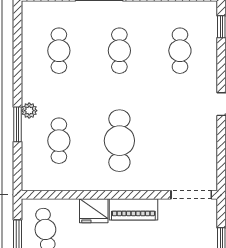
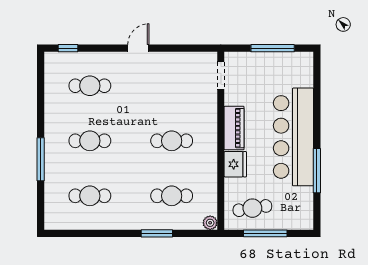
plant: (29, 111) -> (210, 223), moved
cafe table: (119, 141) -> (172, 141), width x0.73, depth x0.74
doorway: (191, 195) -> (221, 75), width x0.73

